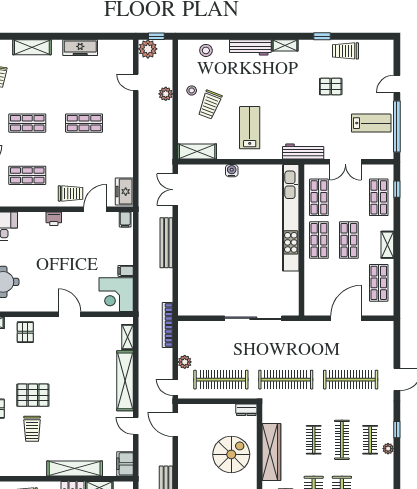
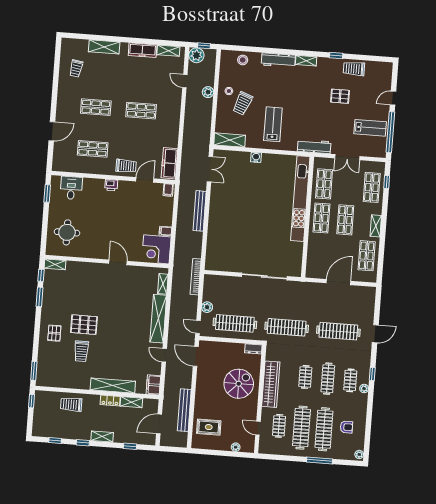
shelving: (112, 46) -> (168, 51), added
double door: (175, 190) -> (210, 169), swing flipped
freezer: (124, 192) -> (169, 163), width x1.40
pallet: (25, 332) -> (82, 274), removed

